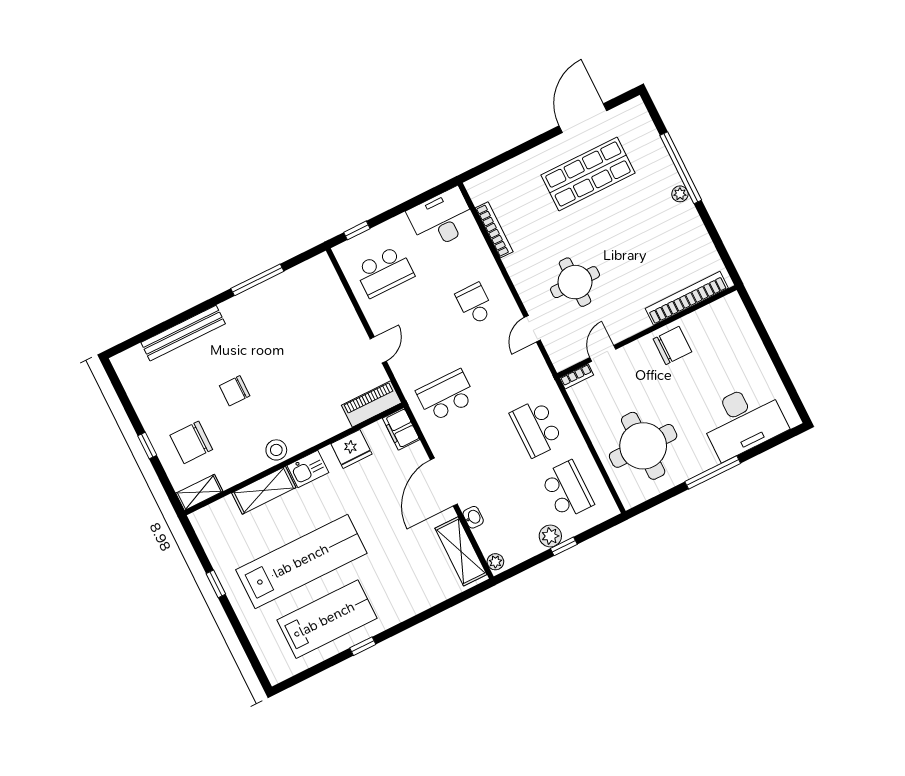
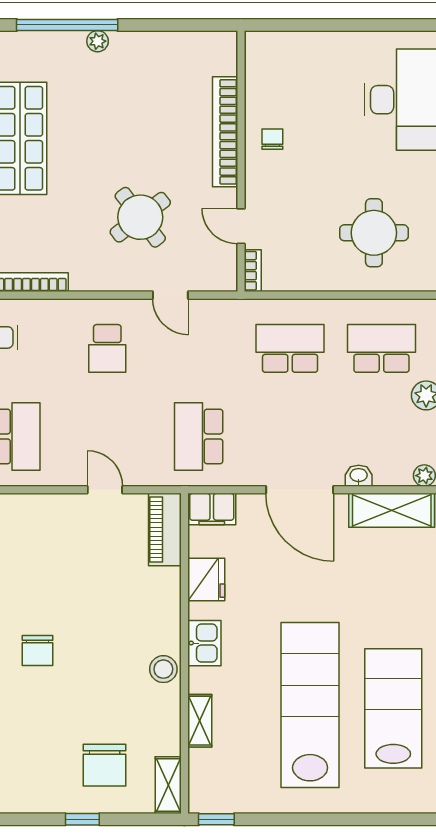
round table: (575, 282) -> (140, 217), turned -37
bookcase: (687, 298) -> (225, 132), moved
school desk: (475, 304) -> (107, 348), turned -90
chair: (672, 345) -> (272, 139), width x0.54, depth x0.54
chair: (235, 391) -> (38, 651), moved
school desk: (536, 428) -> (290, 348), turned 180
round table: (643, 446) -> (374, 233), width x0.73, depth x0.73
shelving: (264, 490) -> (200, 721), width x0.67, depth x0.75
window: (216, 584) -> (216, 819), moved

